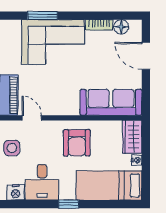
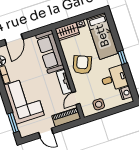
window: (43, 16) -> (13, 123), moved
tv unit: (61, 109) -> (64, 82), added
armchair: (77, 143) -> (82, 65), turned -68

